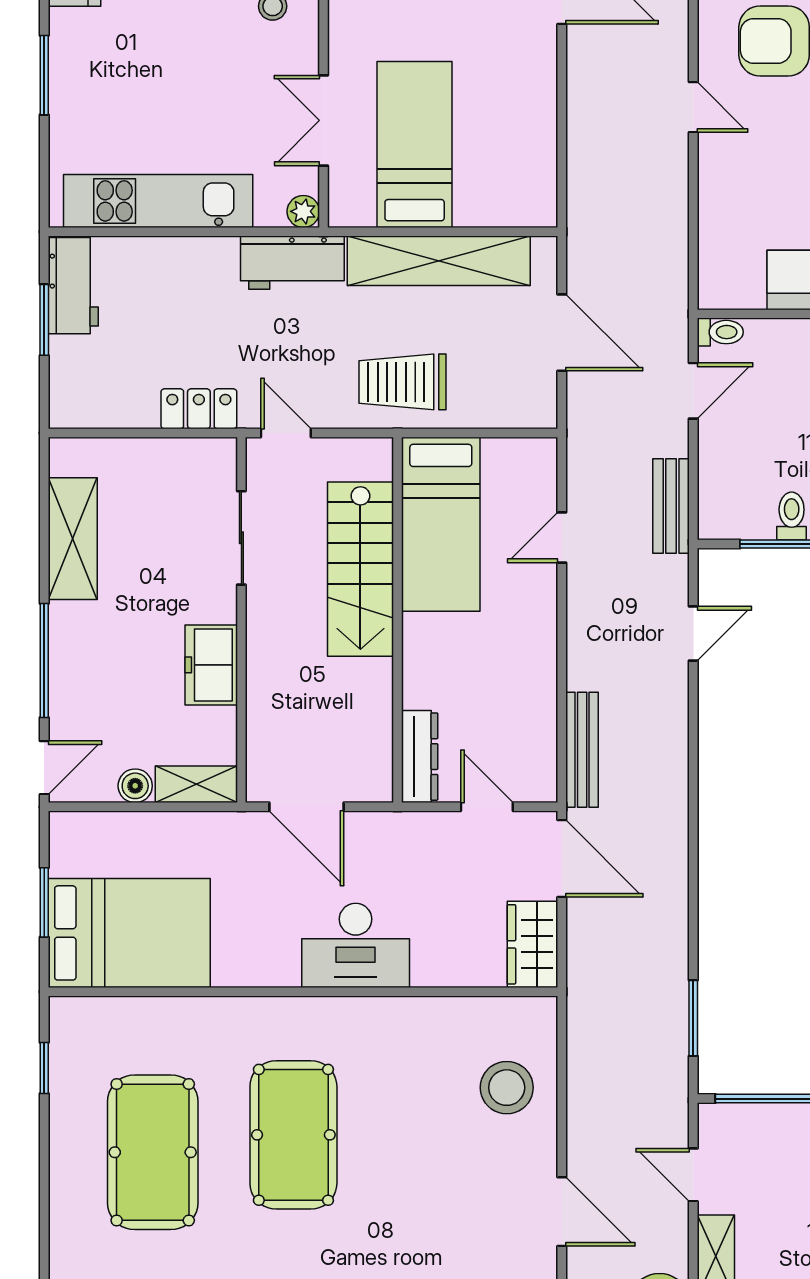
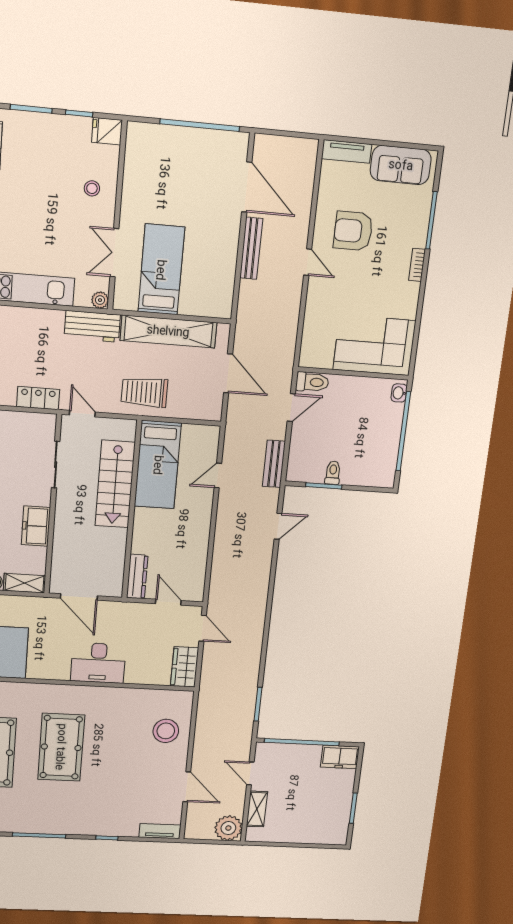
toilet: (720, 332) -> (312, 382), width x1.37, depth x1.39
bench: (582, 750) -> (251, 248), moved
door: (562, 858) -> (203, 628), width x0.73

